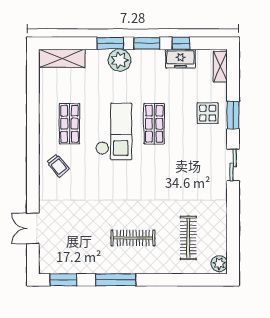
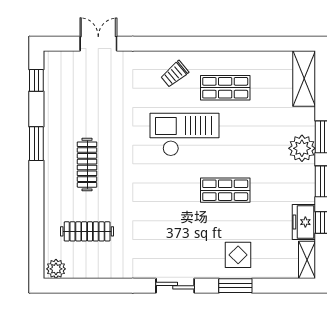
shelving: (220, 67) -> (307, 260), moved, turned 90
checkout: (114, 131) -> (185, 135), moved, turned 180
window: (63, 280) -> (36, 80), width x0.67
window: (116, 280) -> (36, 144), width x0.69

